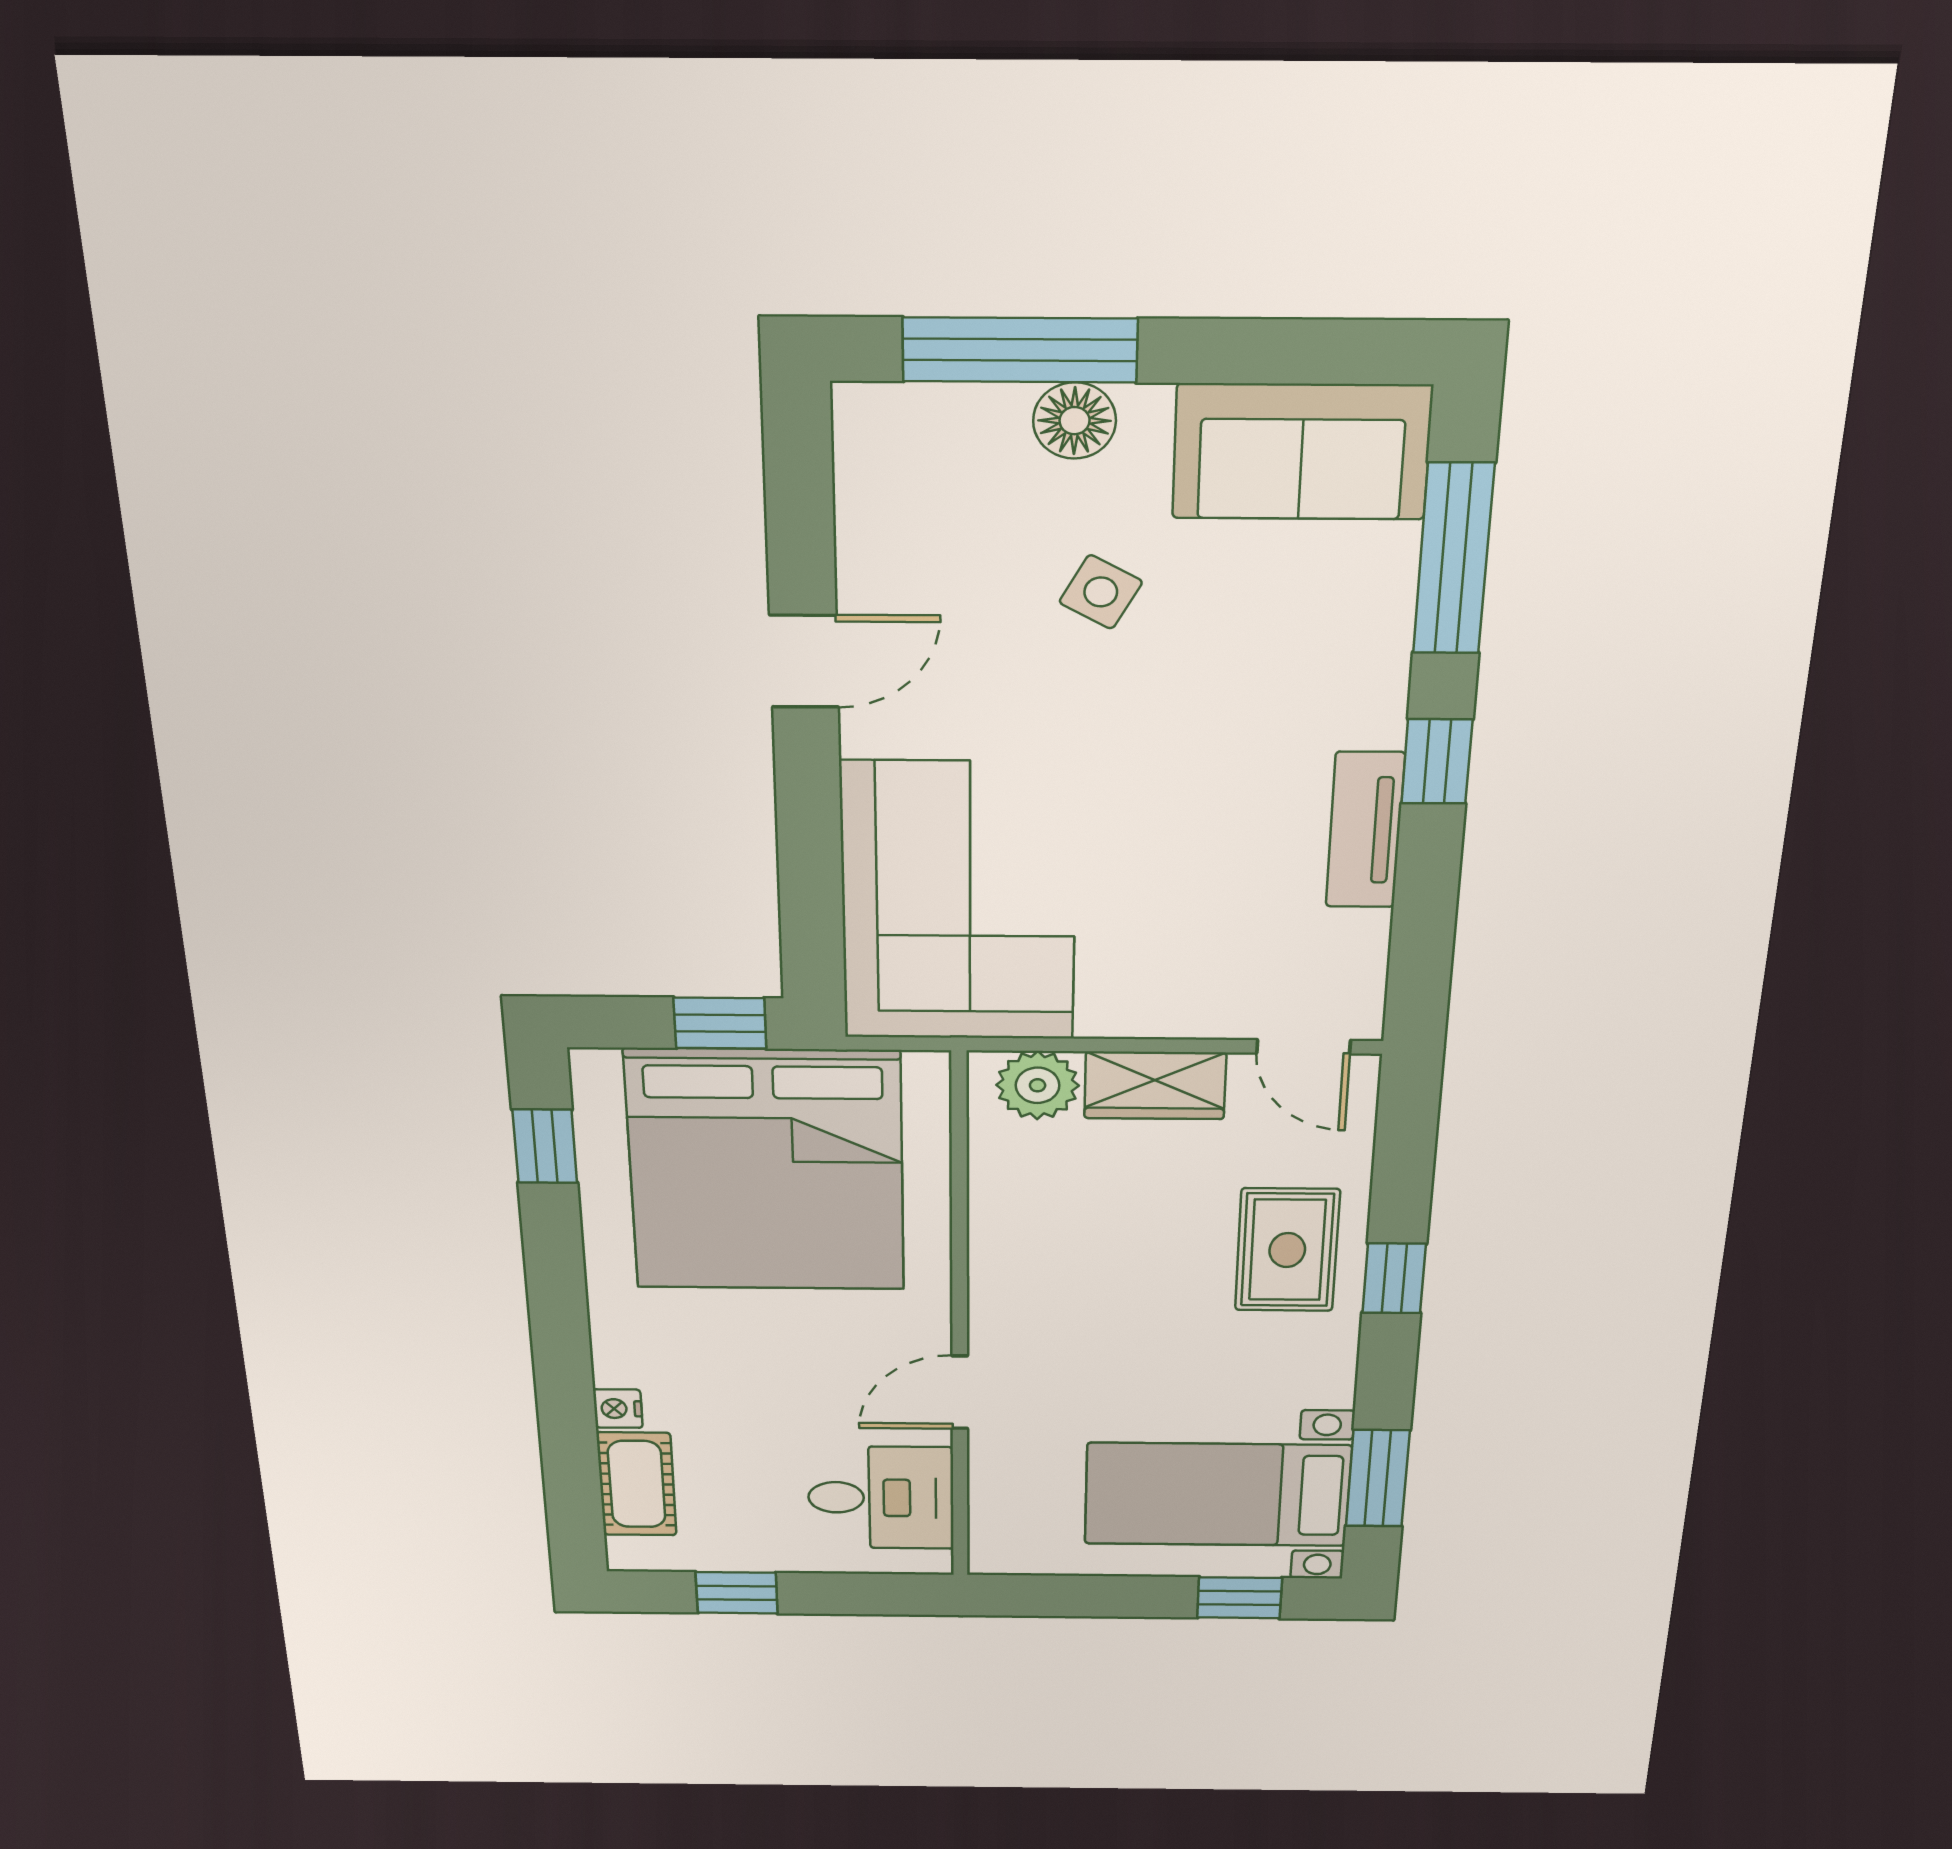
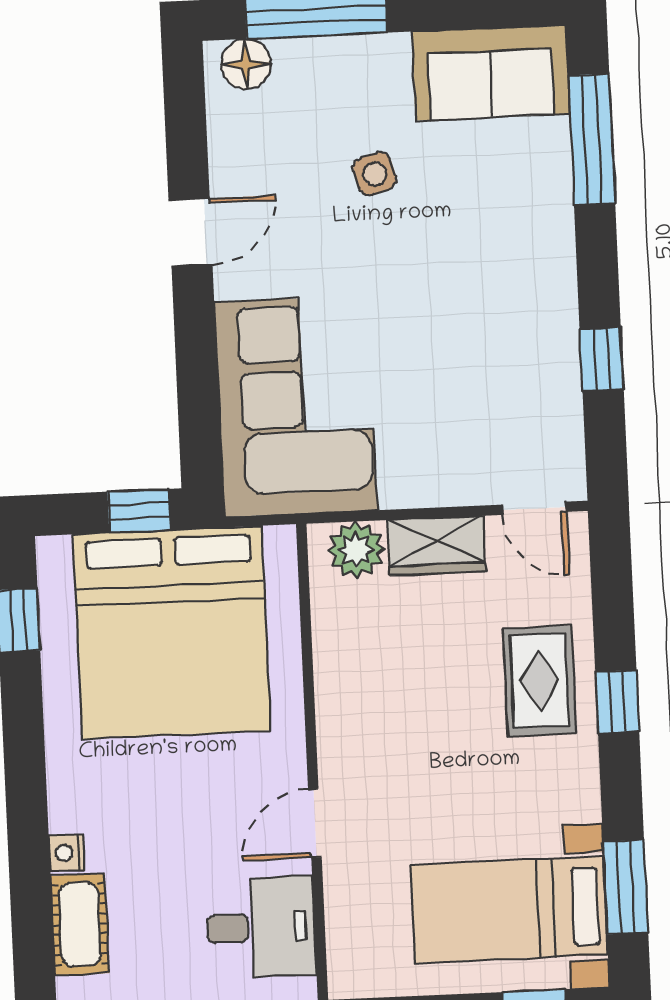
floor lamp: (1075, 421) -> (246, 64), moved
side table: (1101, 592) -> (375, 174), turned 45
window: (1437, 761) -> (602, 359), moved
tv unit: (1365, 830) -> (558, 337), removed

